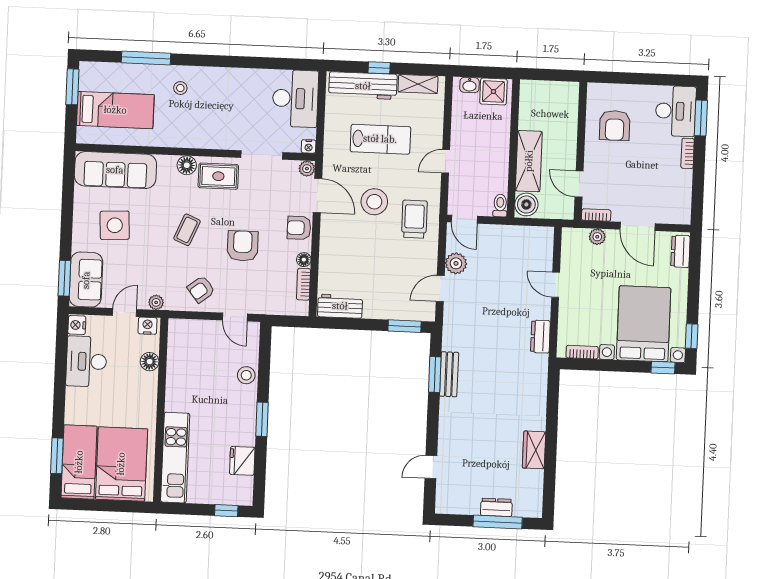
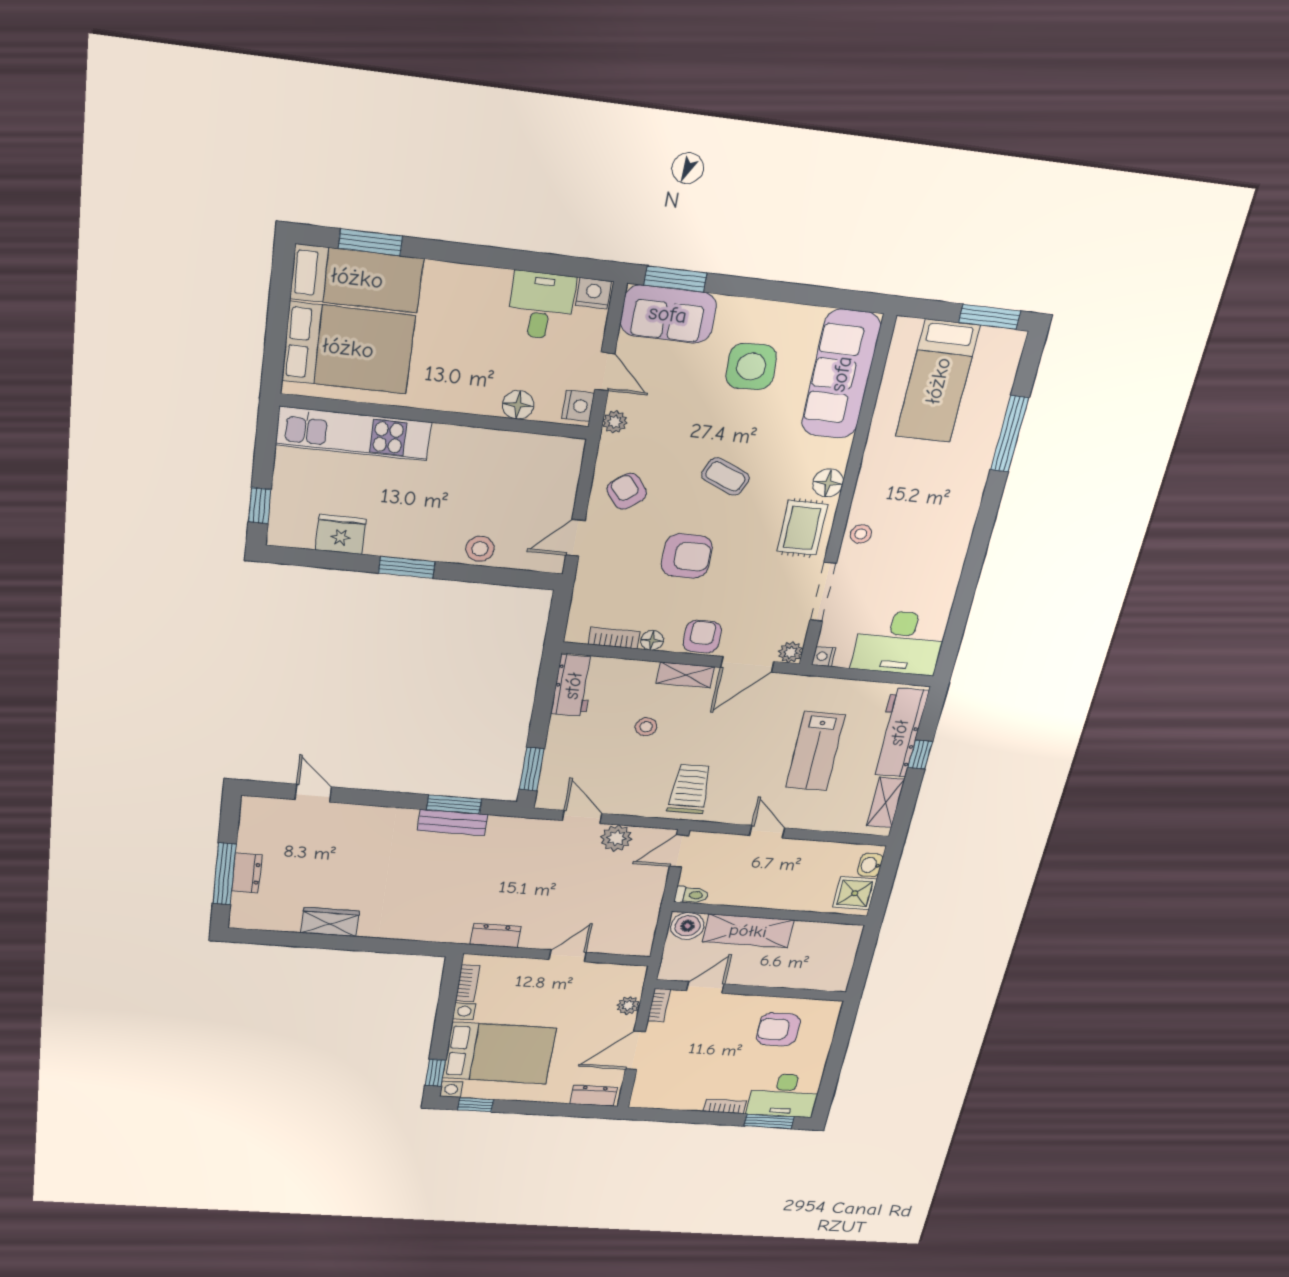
stool: (180, 88) -> (861, 534), moved
stool: (374, 202) -> (646, 727), moved, width x0.53, depth x0.53
trolley: (414, 219) -> (690, 789), turned -90
shelving: (328, 234) -> (685, 675), added
desk: (86, 361) -> (541, 305), width x0.73

